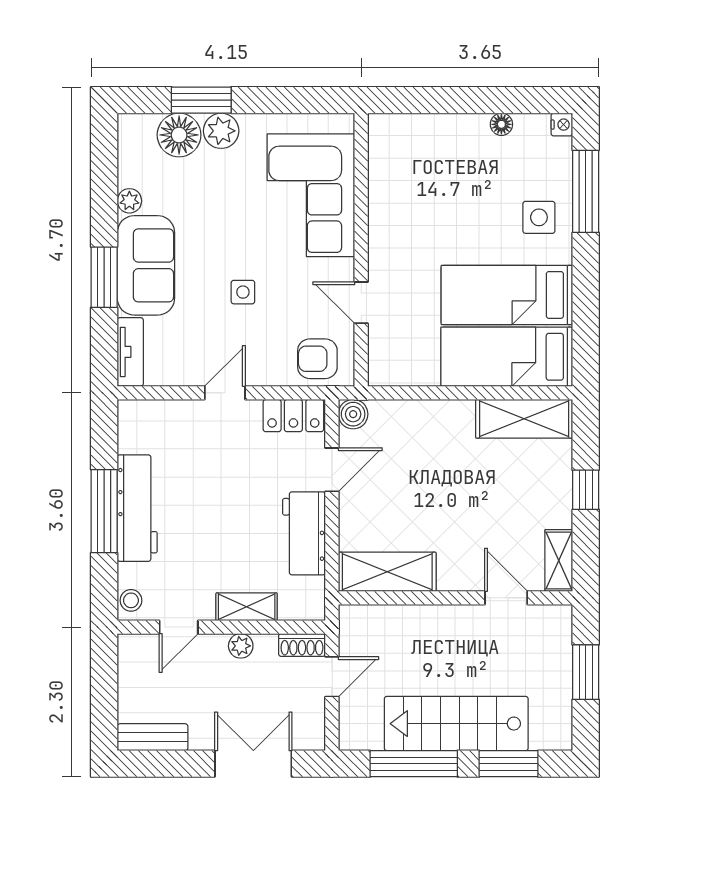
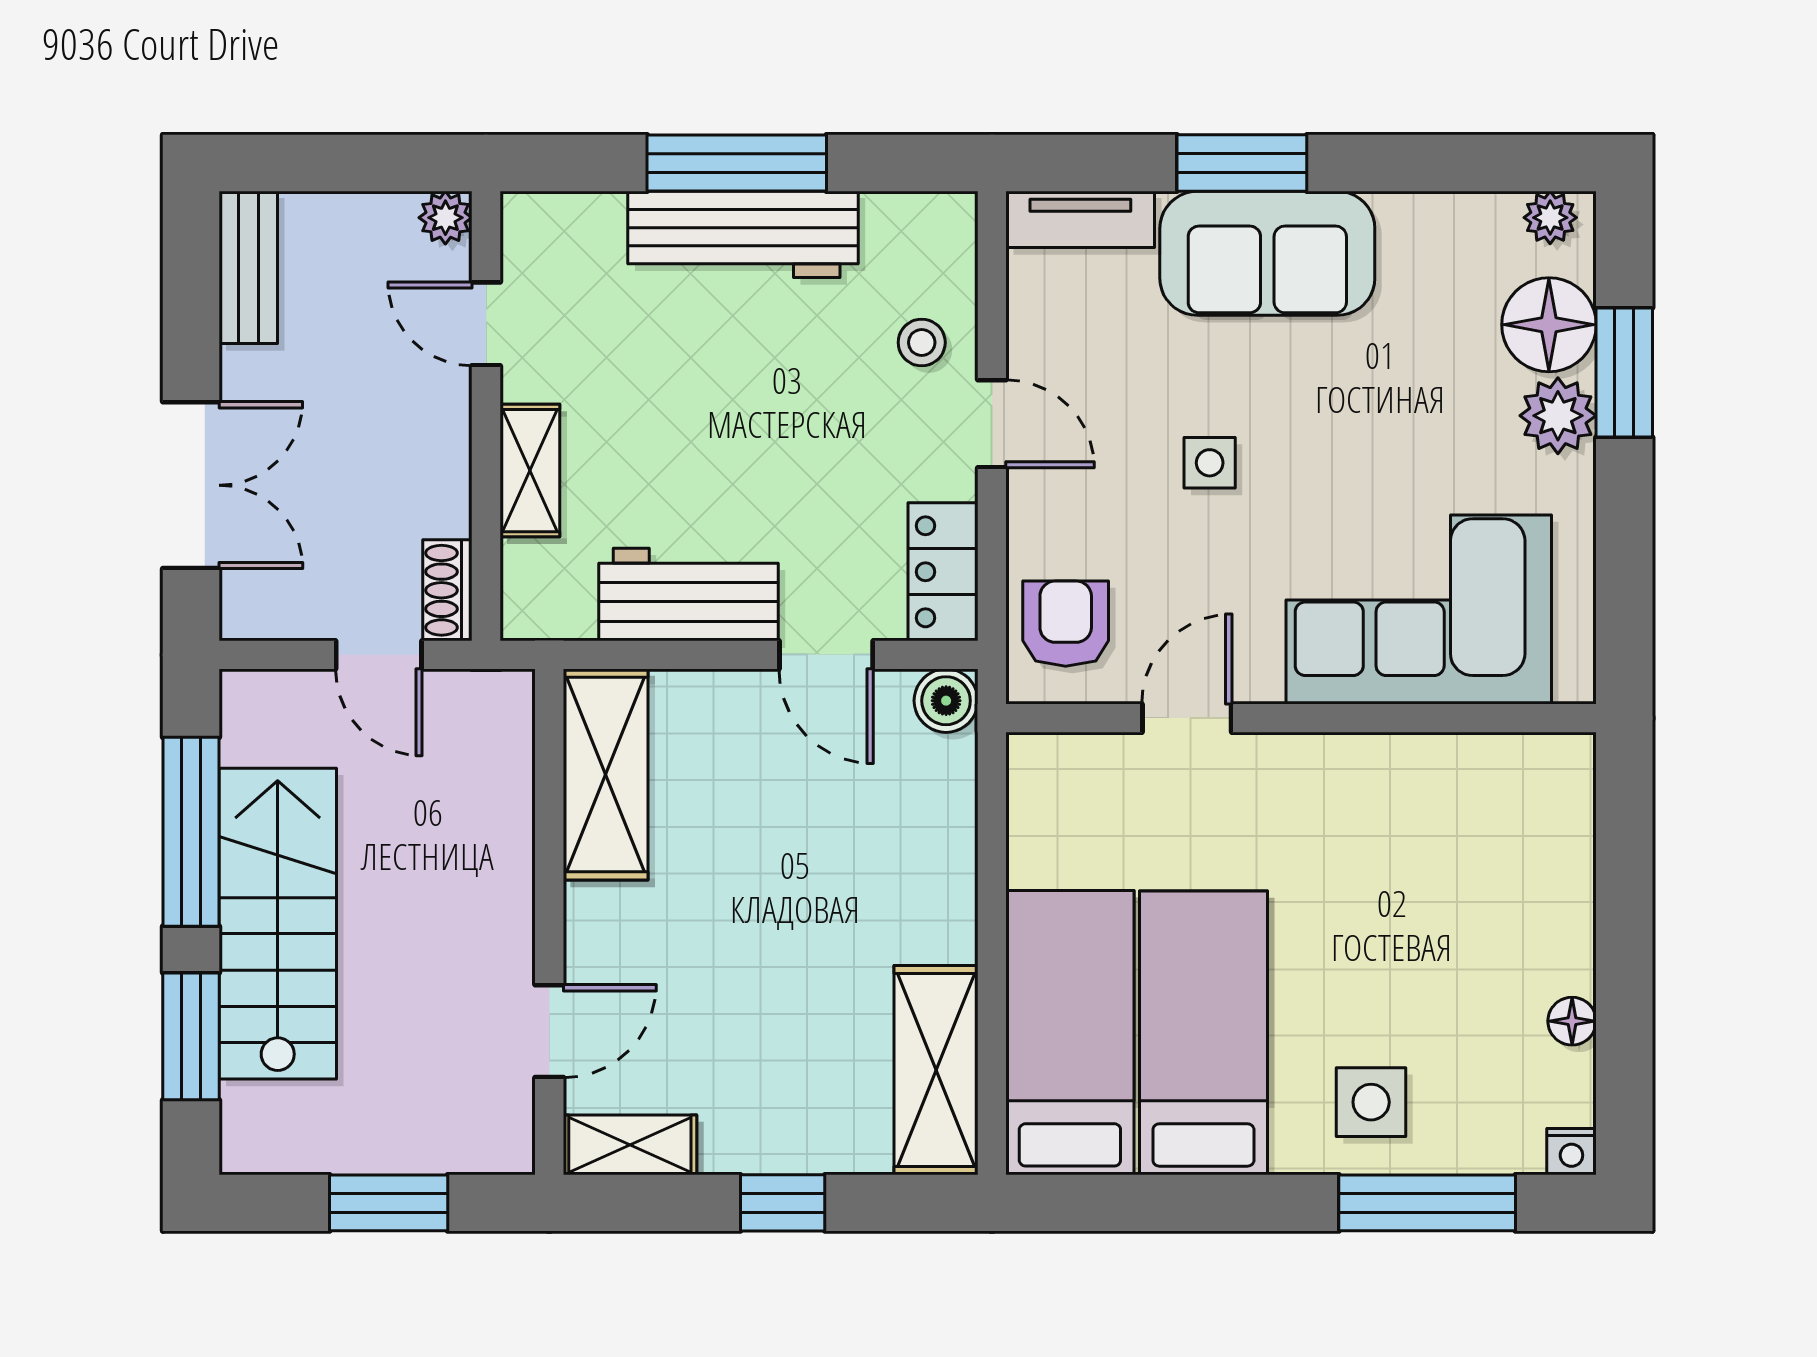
plant: (129, 201) -> (1550, 218), moved
stool: (131, 600) -> (922, 342), moved
plant: (241, 646) -> (445, 218), moved

